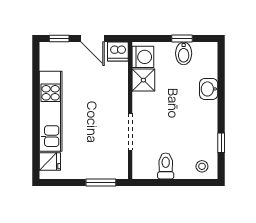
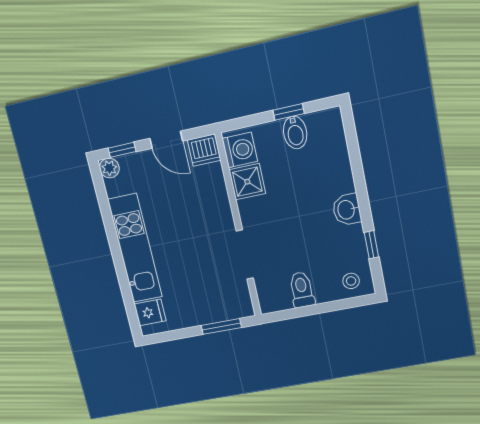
plant: (47, 49) -> (109, 168), added
washbasin: (209, 89) -> (347, 210), moved

